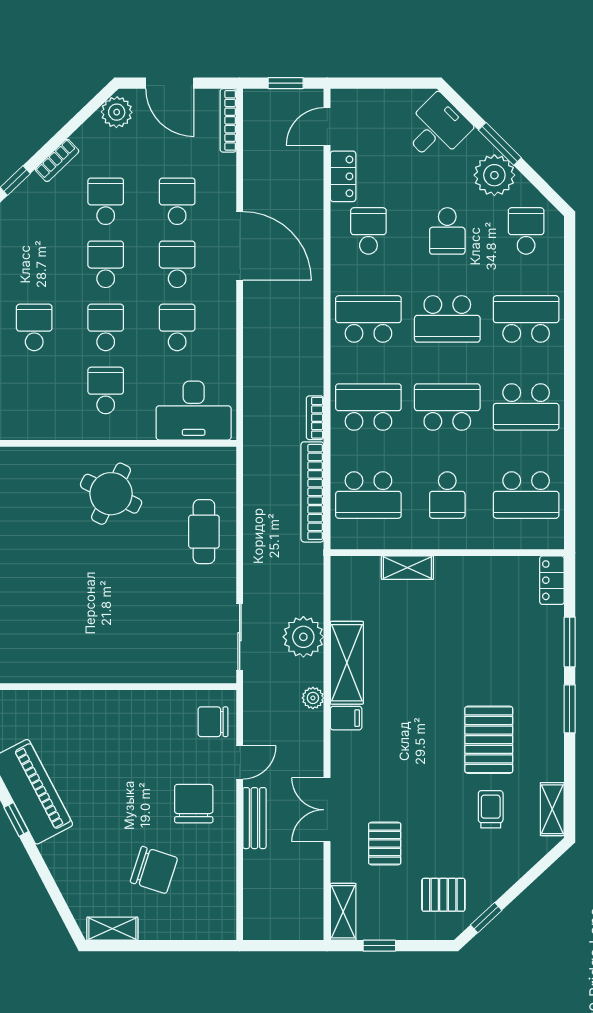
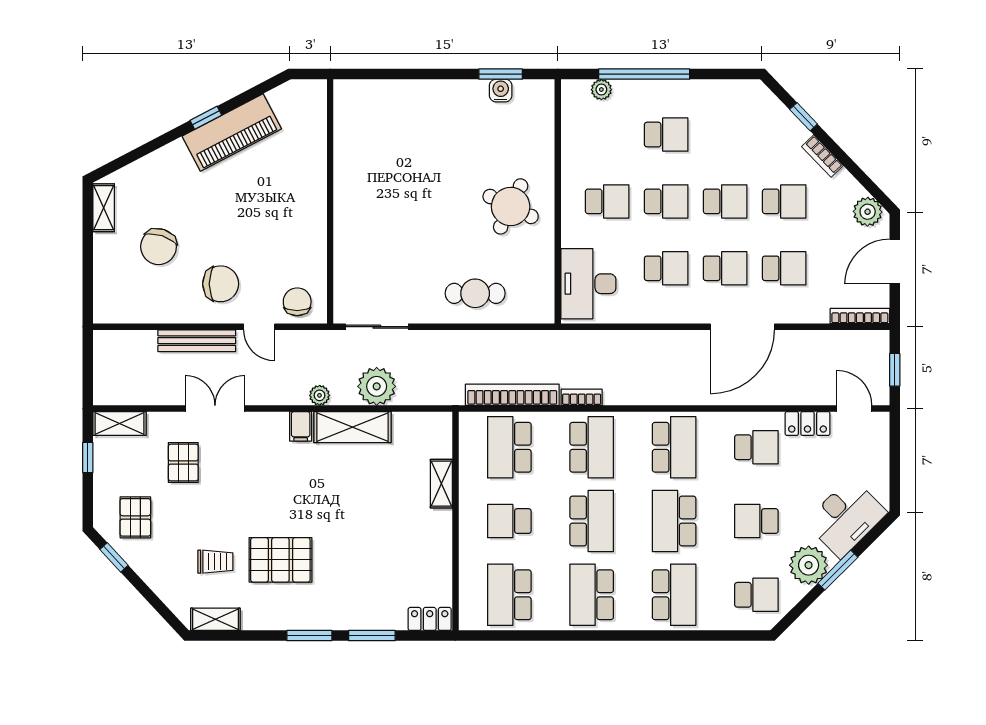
desk: (437, 128) -> (846, 518), width x1.37
bench: (254, 818) -> (197, 341), width x1.36
pallet: (385, 844) -> (183, 462), turned 90

